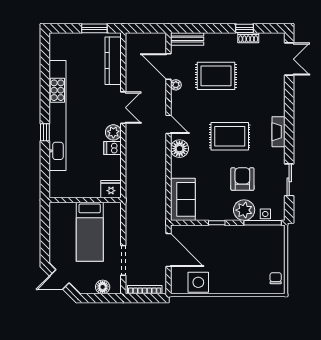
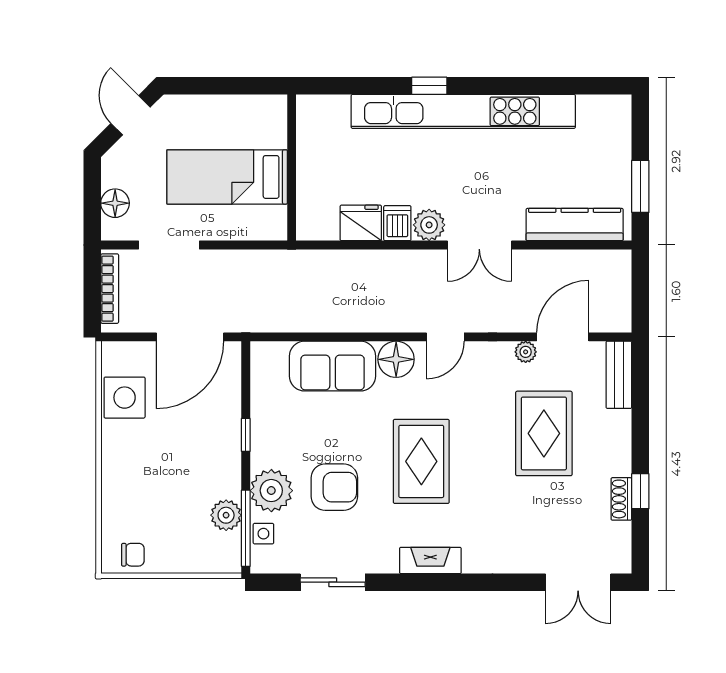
fridge: (111, 189) -> (361, 223), moved, turned -90
sofa: (183, 199) -> (333, 366), moved
plant: (256, 232) -> (226, 515), added

